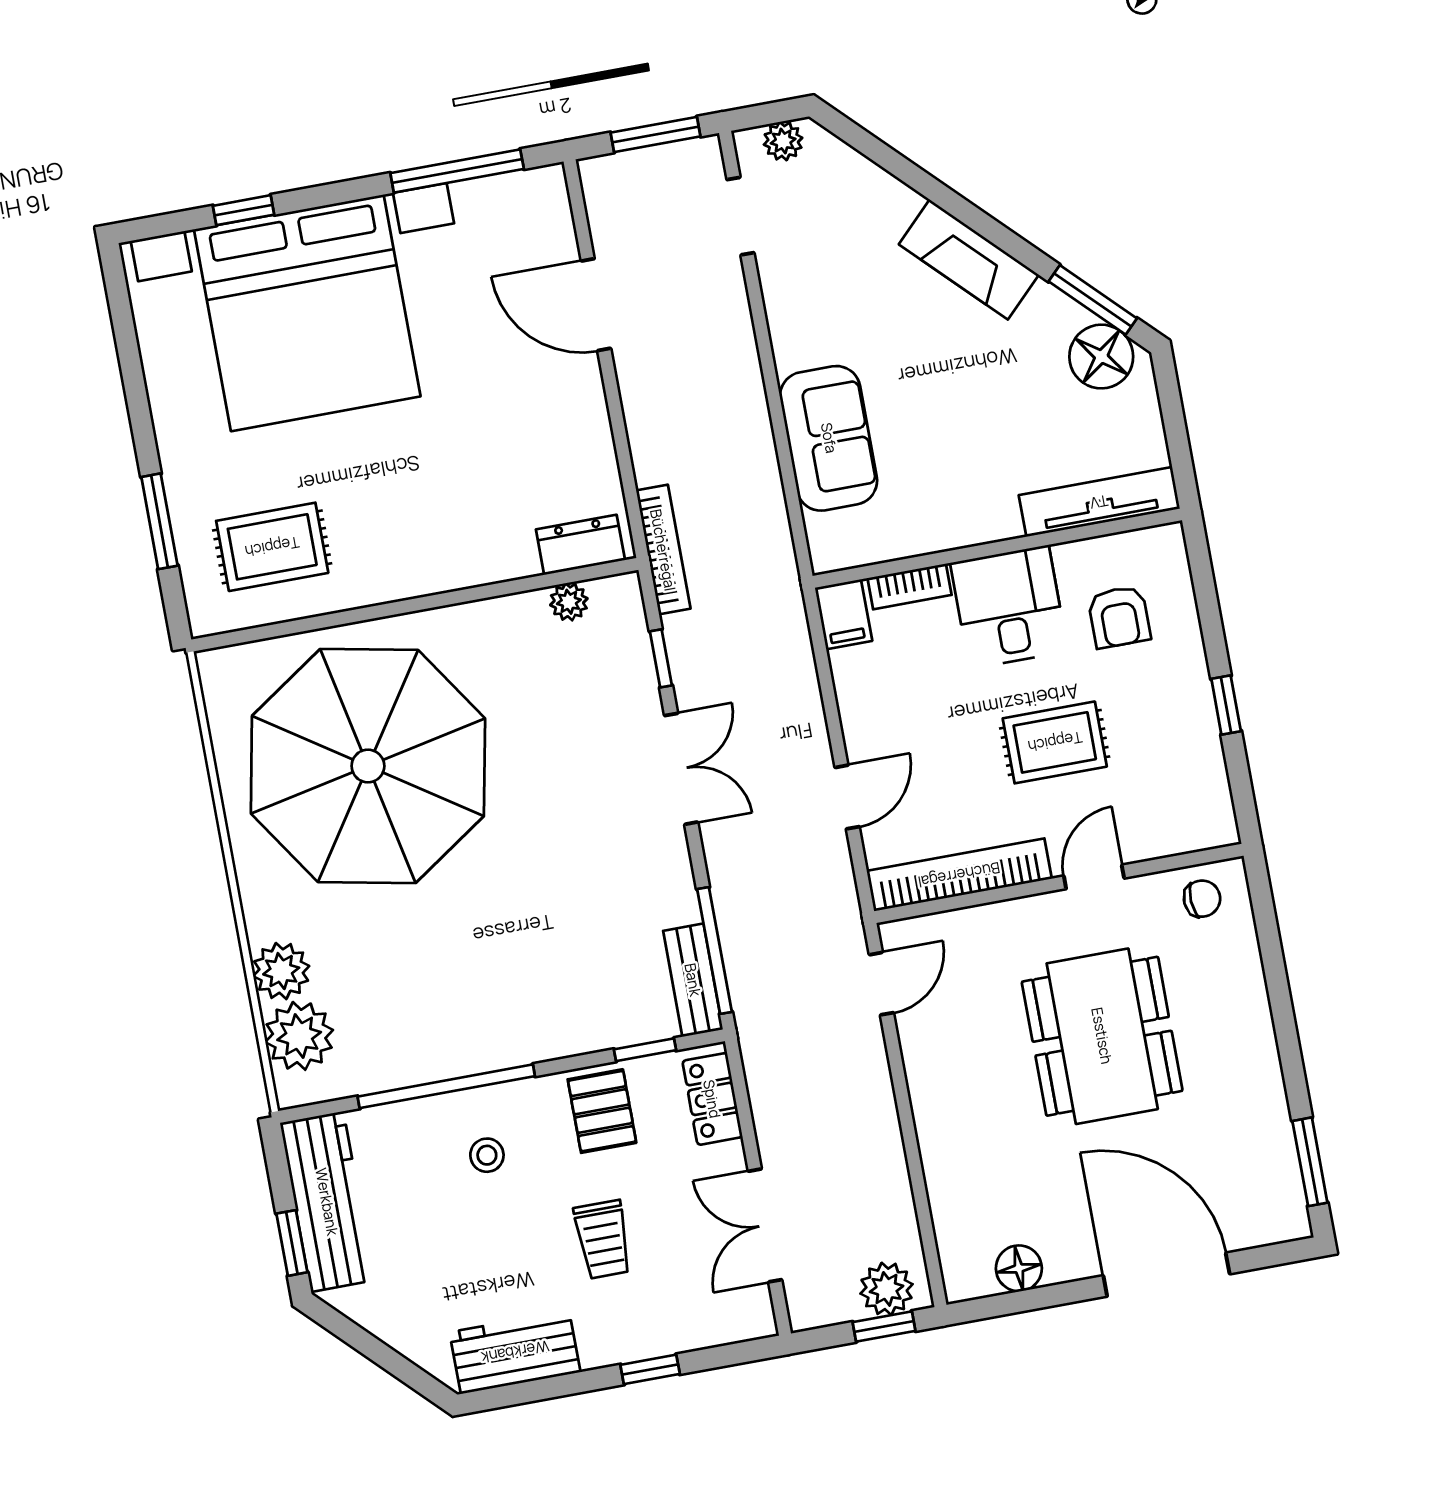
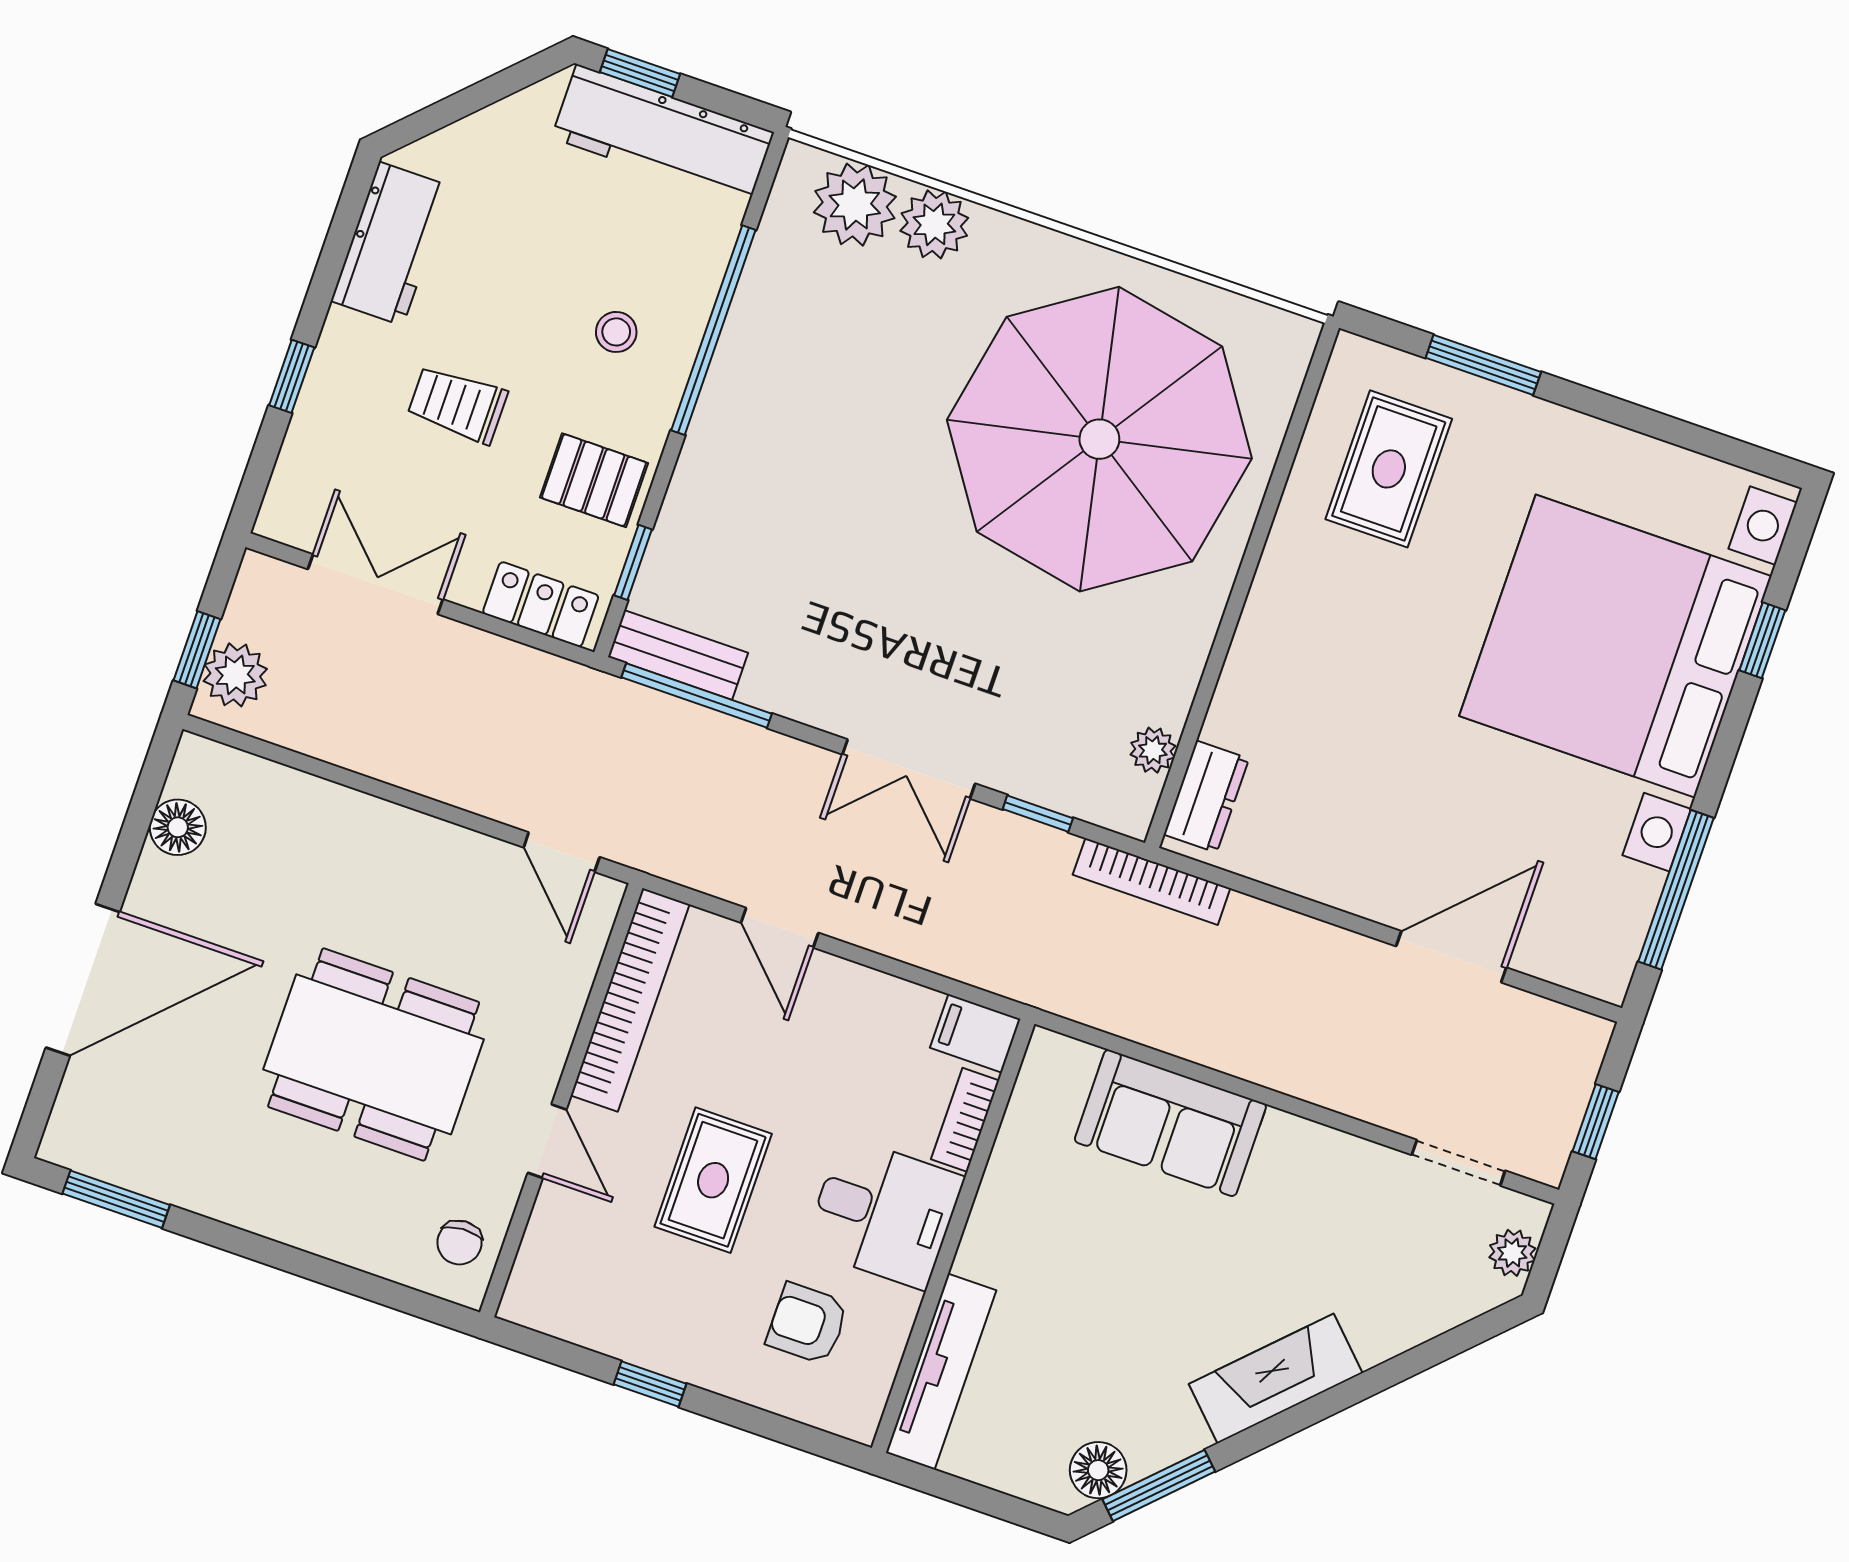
window: (655, 135) -> (1596, 1122), width x0.67
floor lamp: (1101, 357) -> (1098, 1470), width x0.73, depth x0.73

